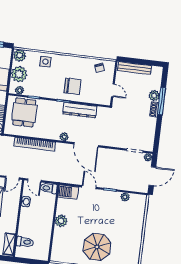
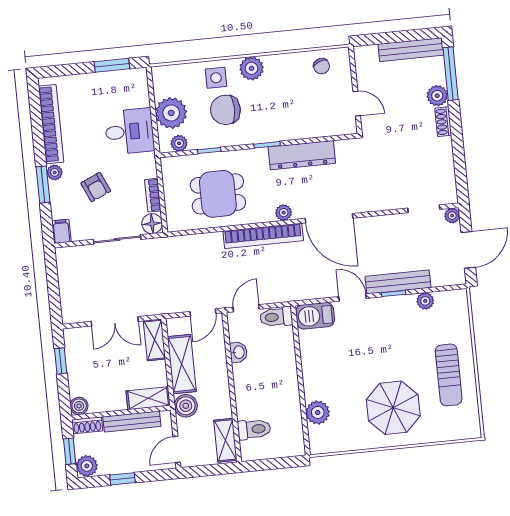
plant: (20, 55) -> (252, 68), moved
bench: (135, 68) -> (411, 50), moved
chair: (73, 86) -> (225, 110), moved, turned 180
window: (162, 101) -> (451, 74), moved
dining table: (24, 112) -> (218, 194), moved, turned 90
bookcase: (35, 144) -> (263, 236), moved
door: (35, 180) -> (246, 308), swing flipped
bench: (114, 184) -> (398, 282), added
plant: (61, 221) -> (318, 412), moved
sun lounger: (128, 237) -> (449, 375), added

